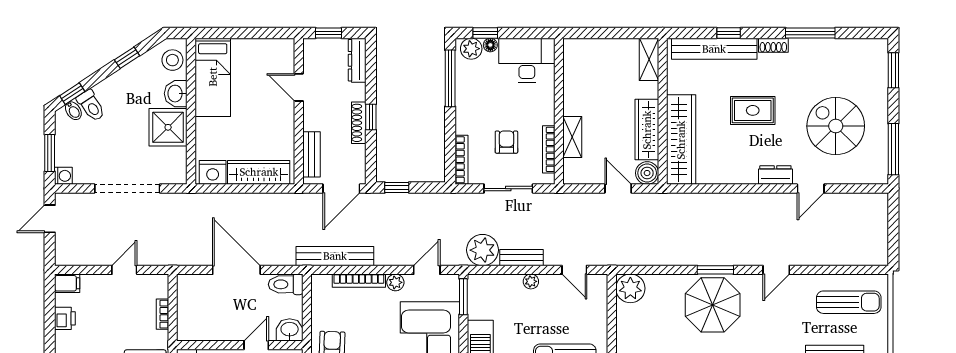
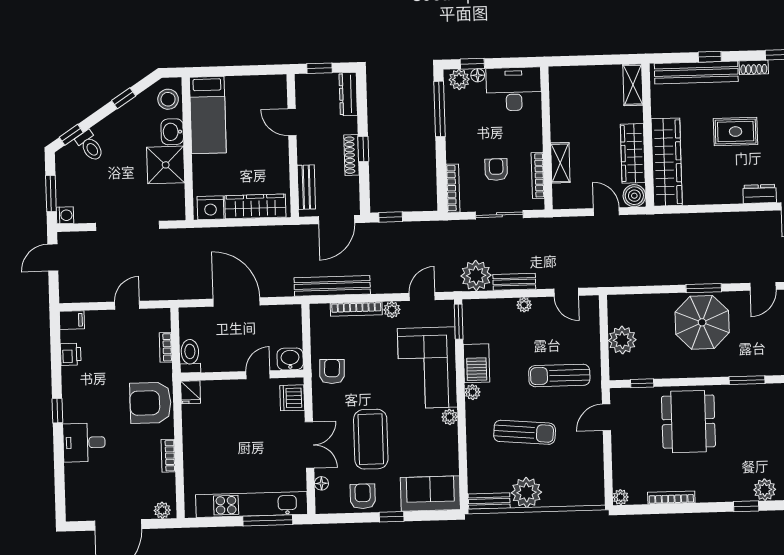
bidet: (73, 111) -> (73, 151), removed
toilet: (286, 284) -> (190, 356), moved, turned 90
plant: (630, 288) -> (622, 340), moved

